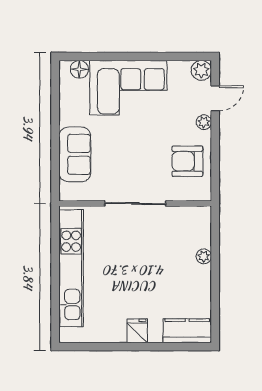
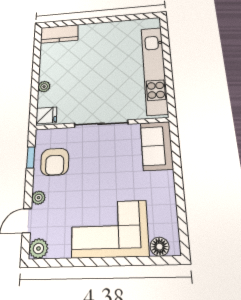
sofa: (75, 154) -> (157, 146), moved
armchair: (187, 161) -> (55, 162), turned 90
window: (215, 168) -> (31, 157), added
fridge: (137, 331) -> (46, 115), moved, turned -90

